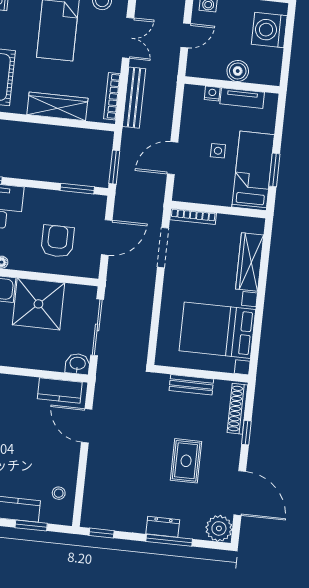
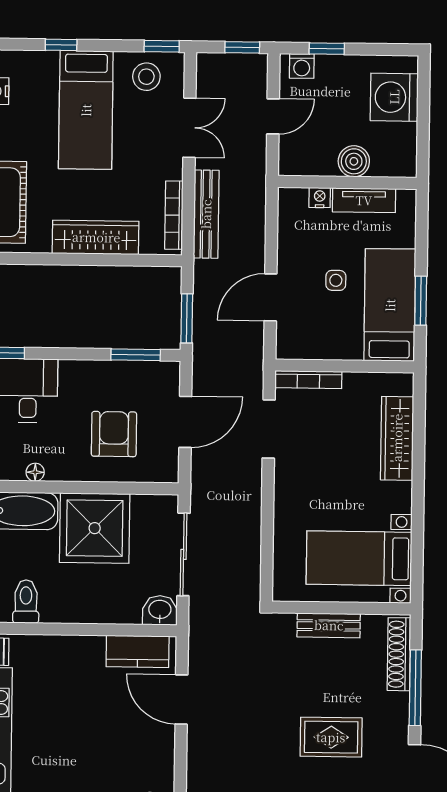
bed with nightstands: (217, 330) -> (359, 558), width x0.73
window: (246, 433) -> (415, 688), width x2.17
rug: (186, 461) -> (331, 737), turned 90

